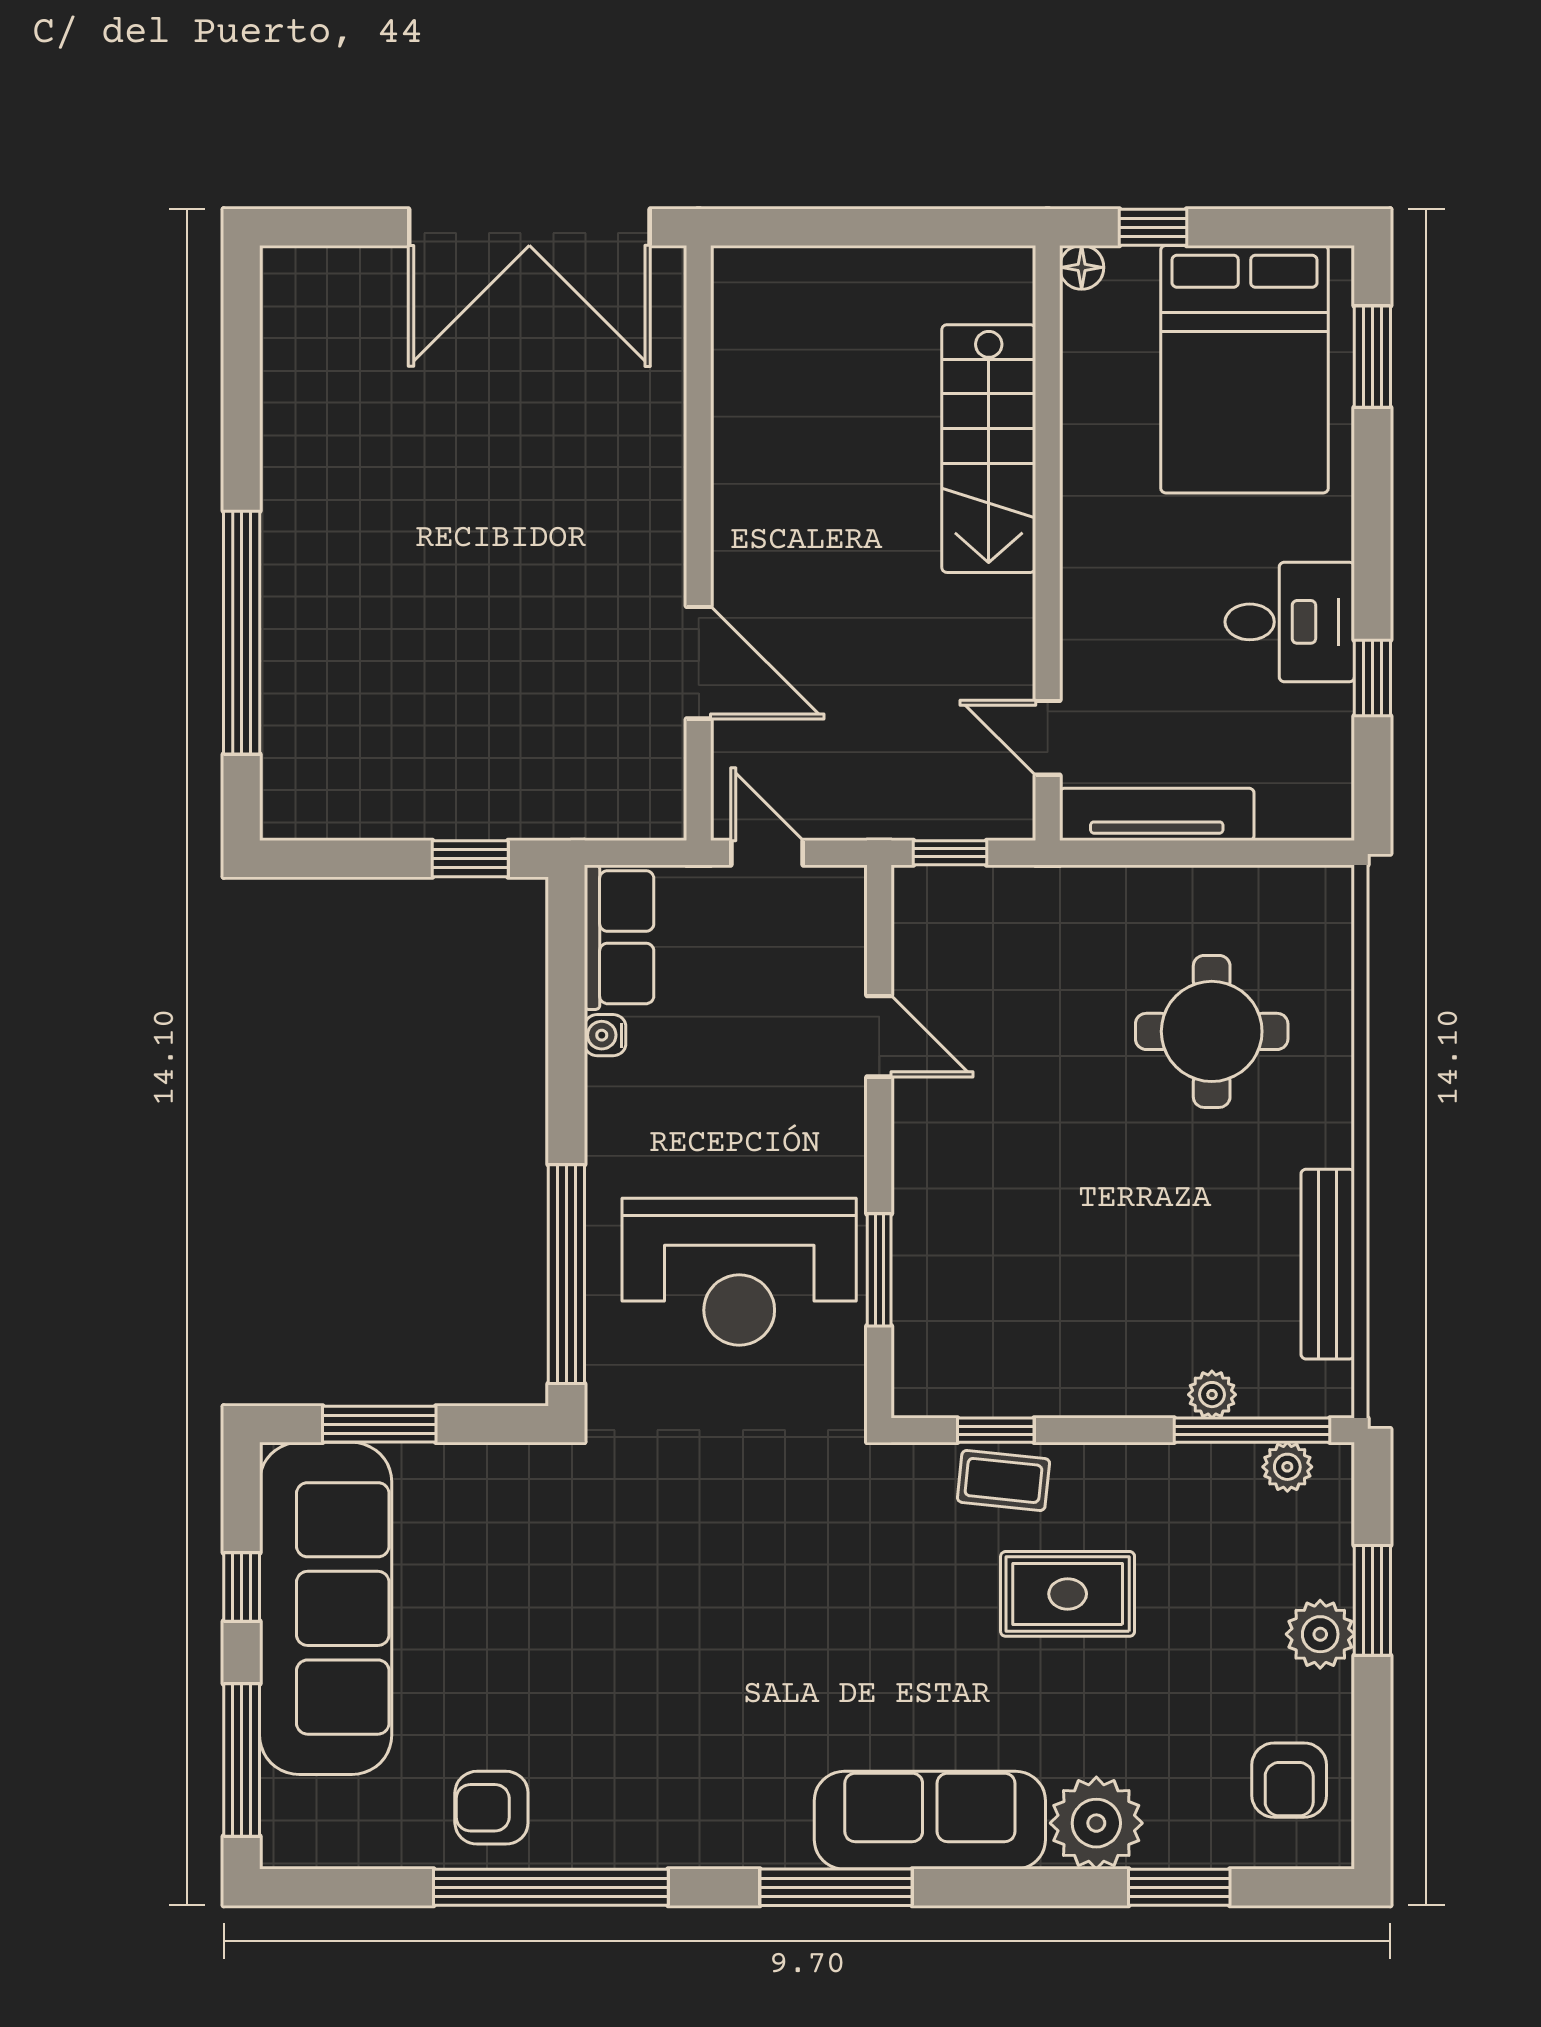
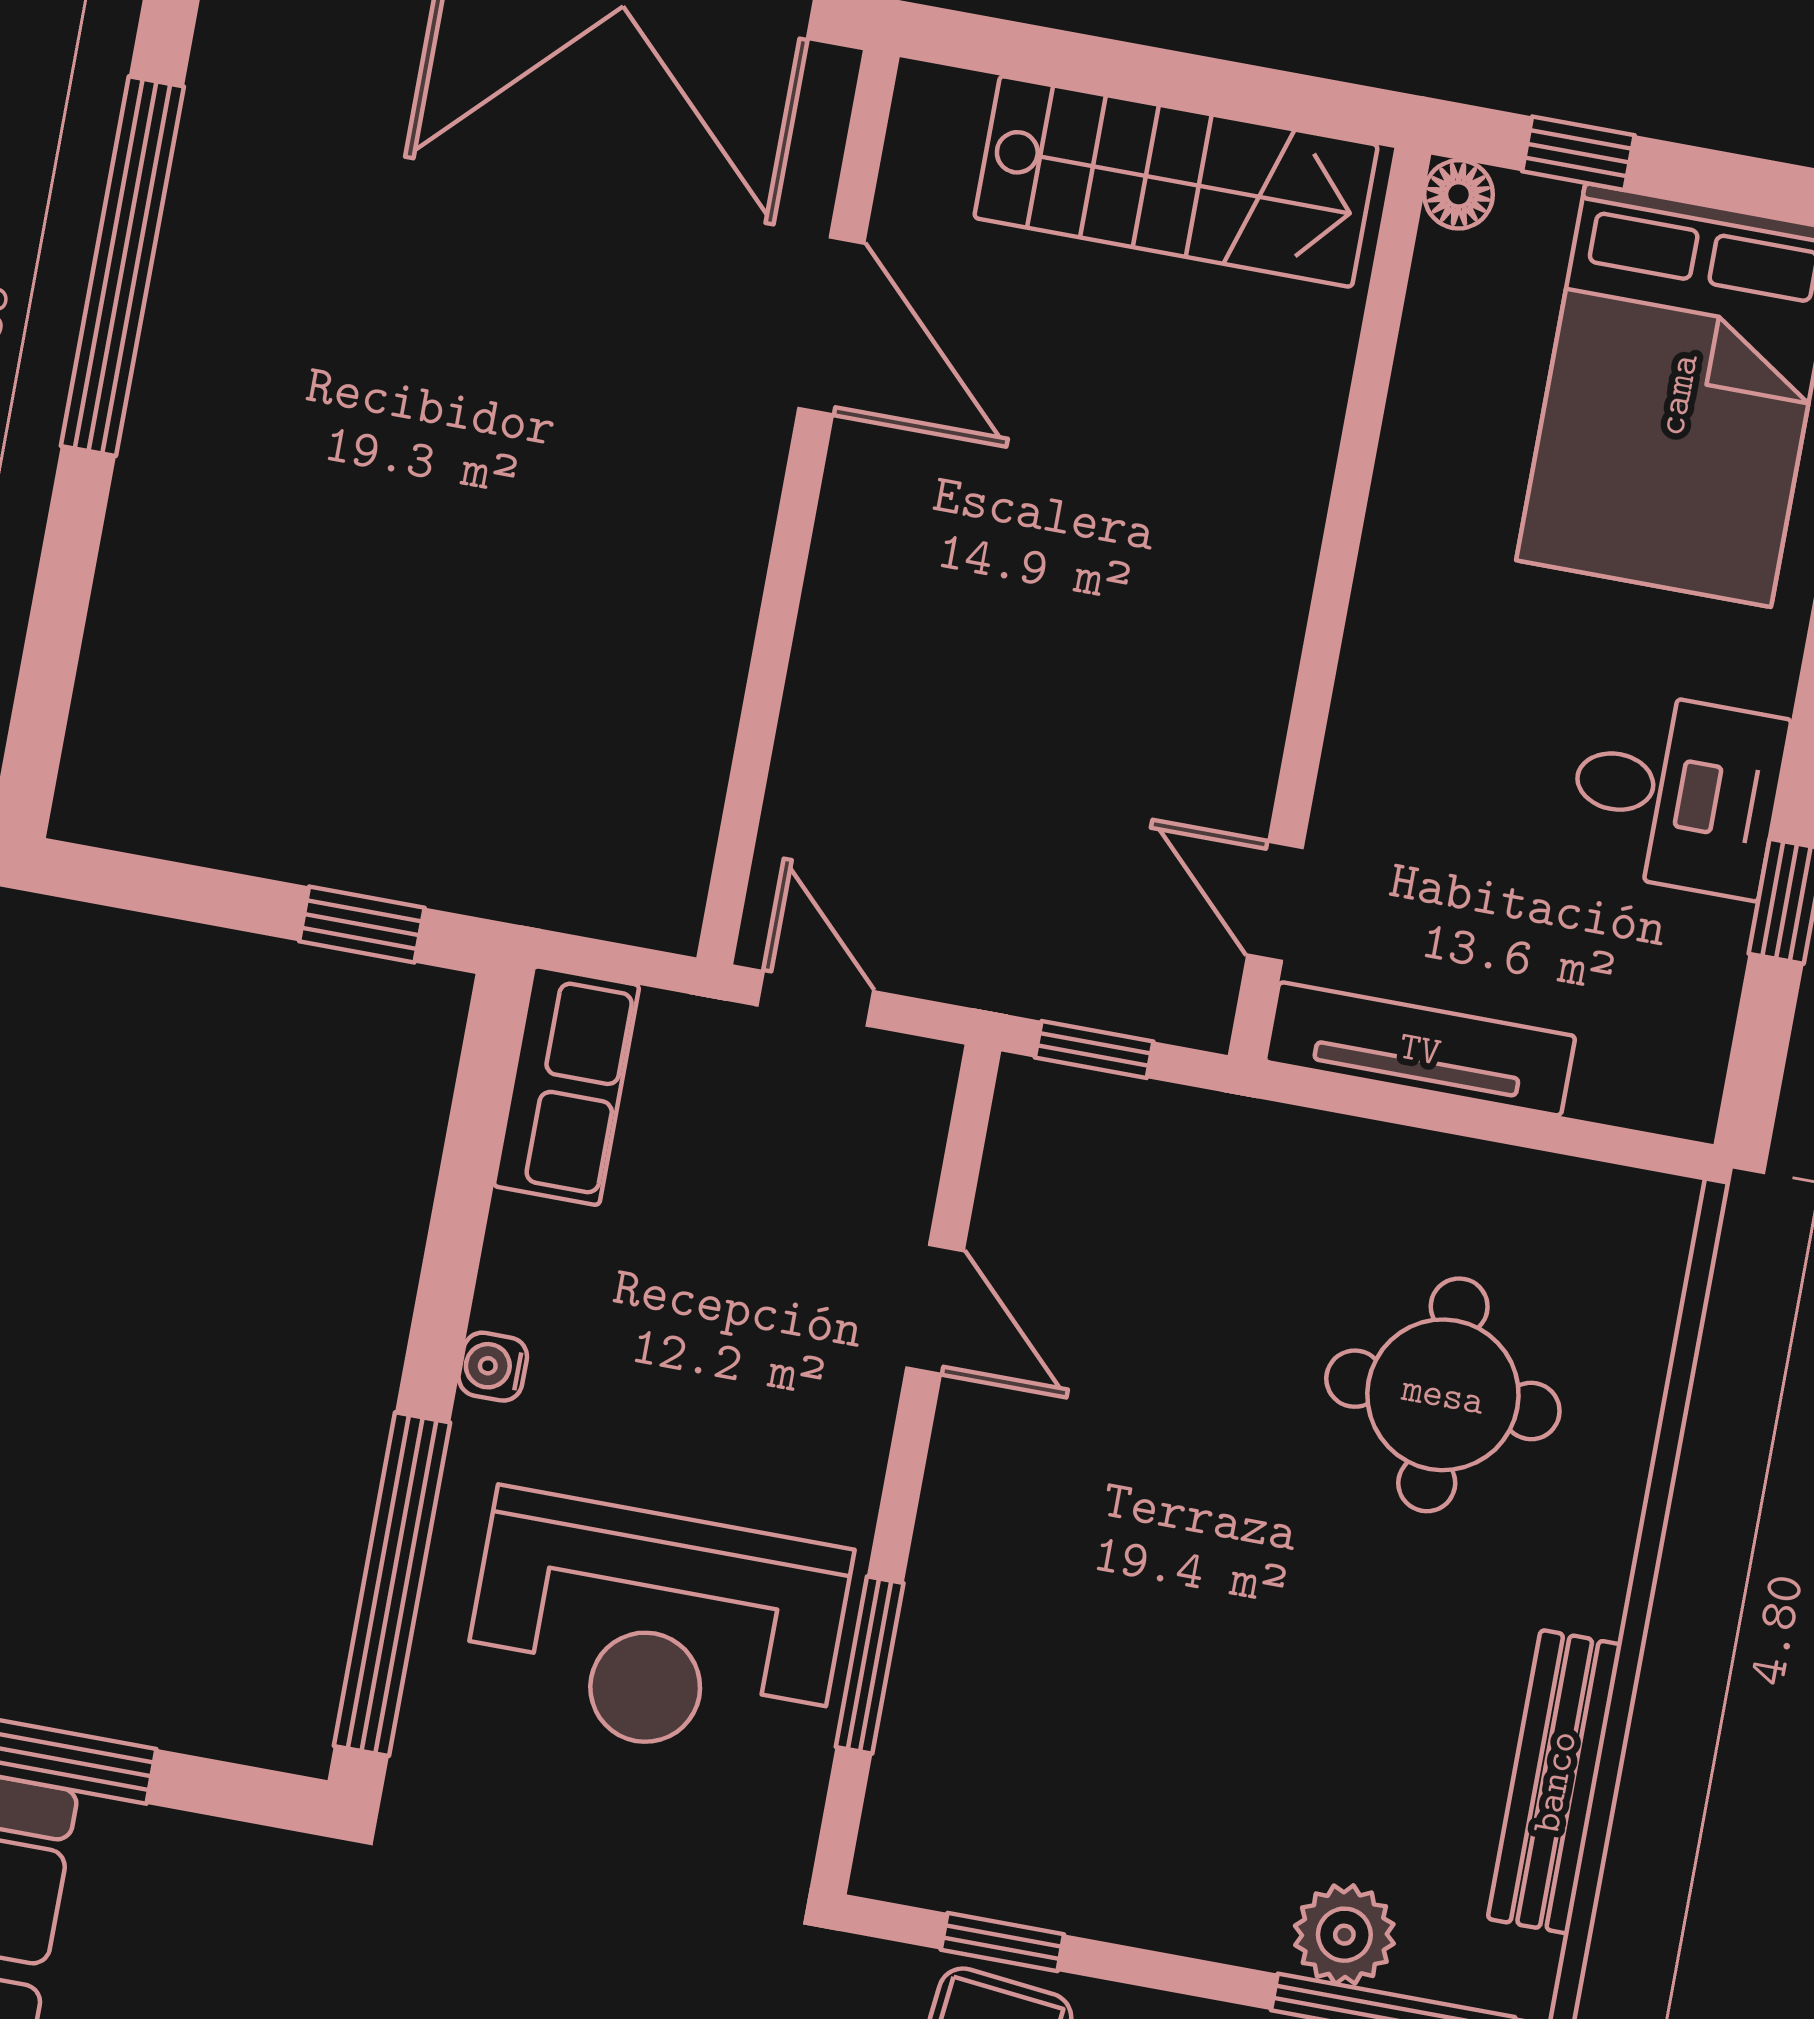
stairs: (989, 449) -> (1176, 181), moved, turned -90
window: (242, 633) -> (122, 266), moved
door: (699, 663) -> (831, 326), moved
water cooler: (605, 1035) -> (493, 1367), moved
plant: (1212, 1395) -> (1344, 1935), width x1.38, depth x1.38

